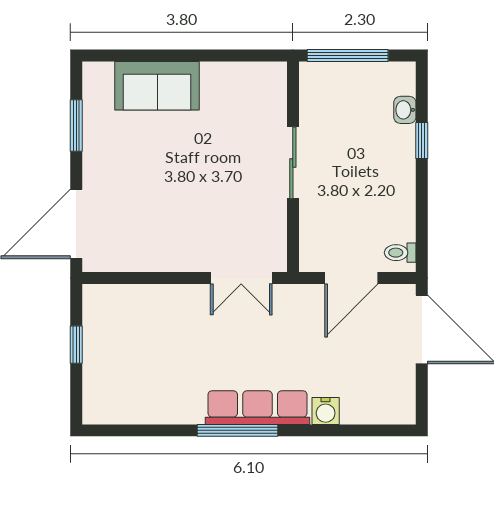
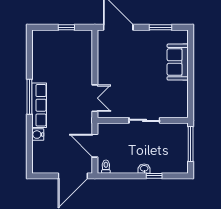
washbasin: (405, 110) -> (144, 169), moved
double door: (241, 278) -> (95, 98), swing flipped

